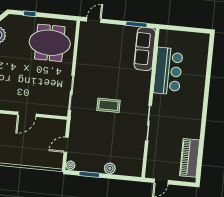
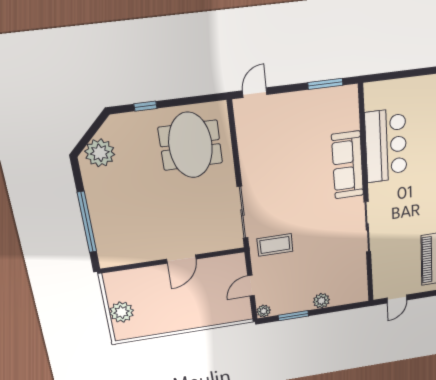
meeting table: (50, 43) -> (190, 145), turned 90
sofa: (145, 49) -> (348, 165), moved
coffee table: (108, 105) -> (275, 245), moved

